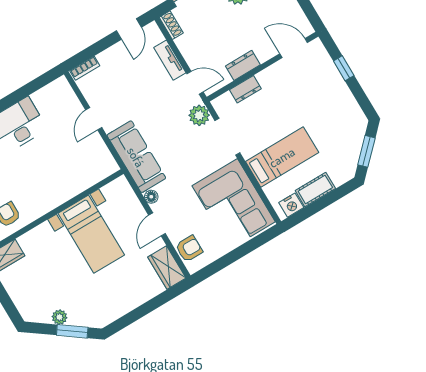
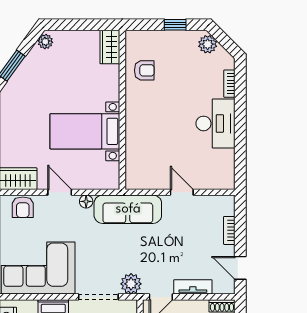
bookcase: (85, 68) -> (229, 230), moved
plant: (59, 317) -> (45, 42), moved

